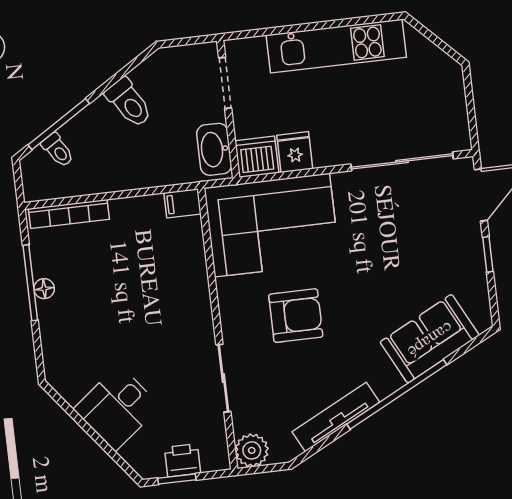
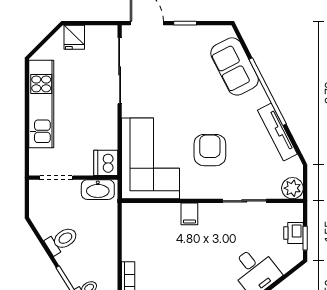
fridge: (295, 152) -> (74, 37), moved, turned -90
filing cabinet: (183, 203) -> (189, 214), moved

